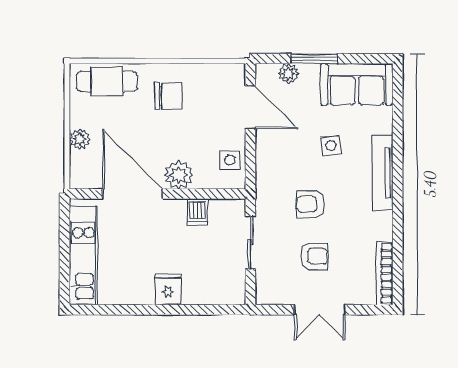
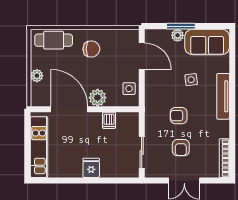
plant: (288, 74) -> (178, 35), moved
sliding door: (250, 242) -> (142, 152), moved
armchair: (314, 256) -> (181, 148), turned 90

